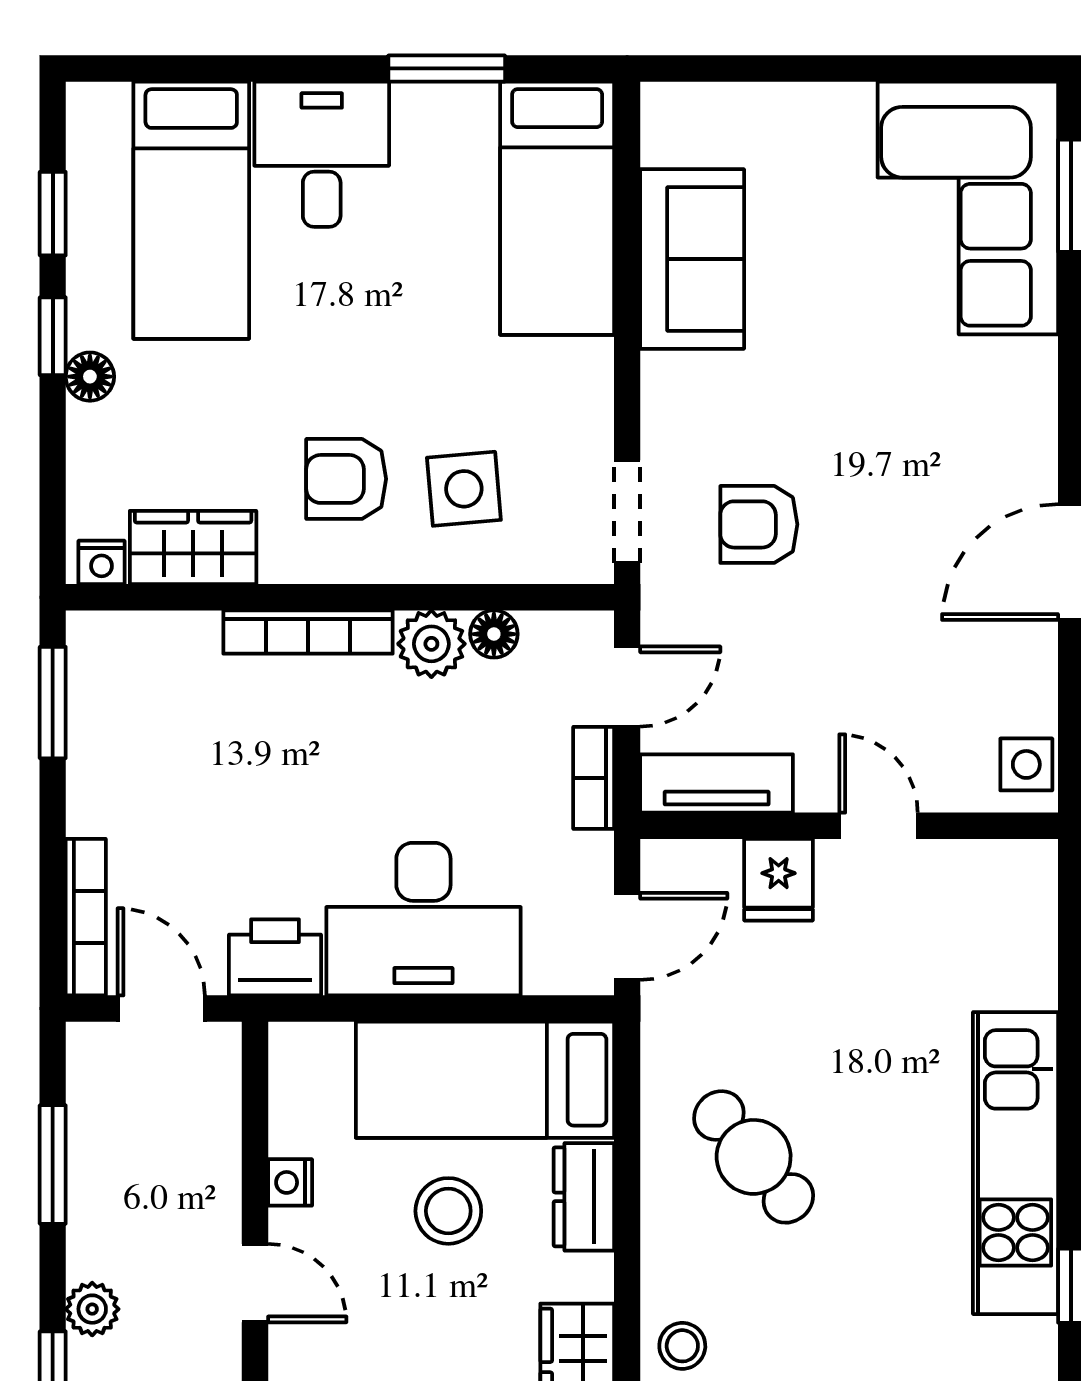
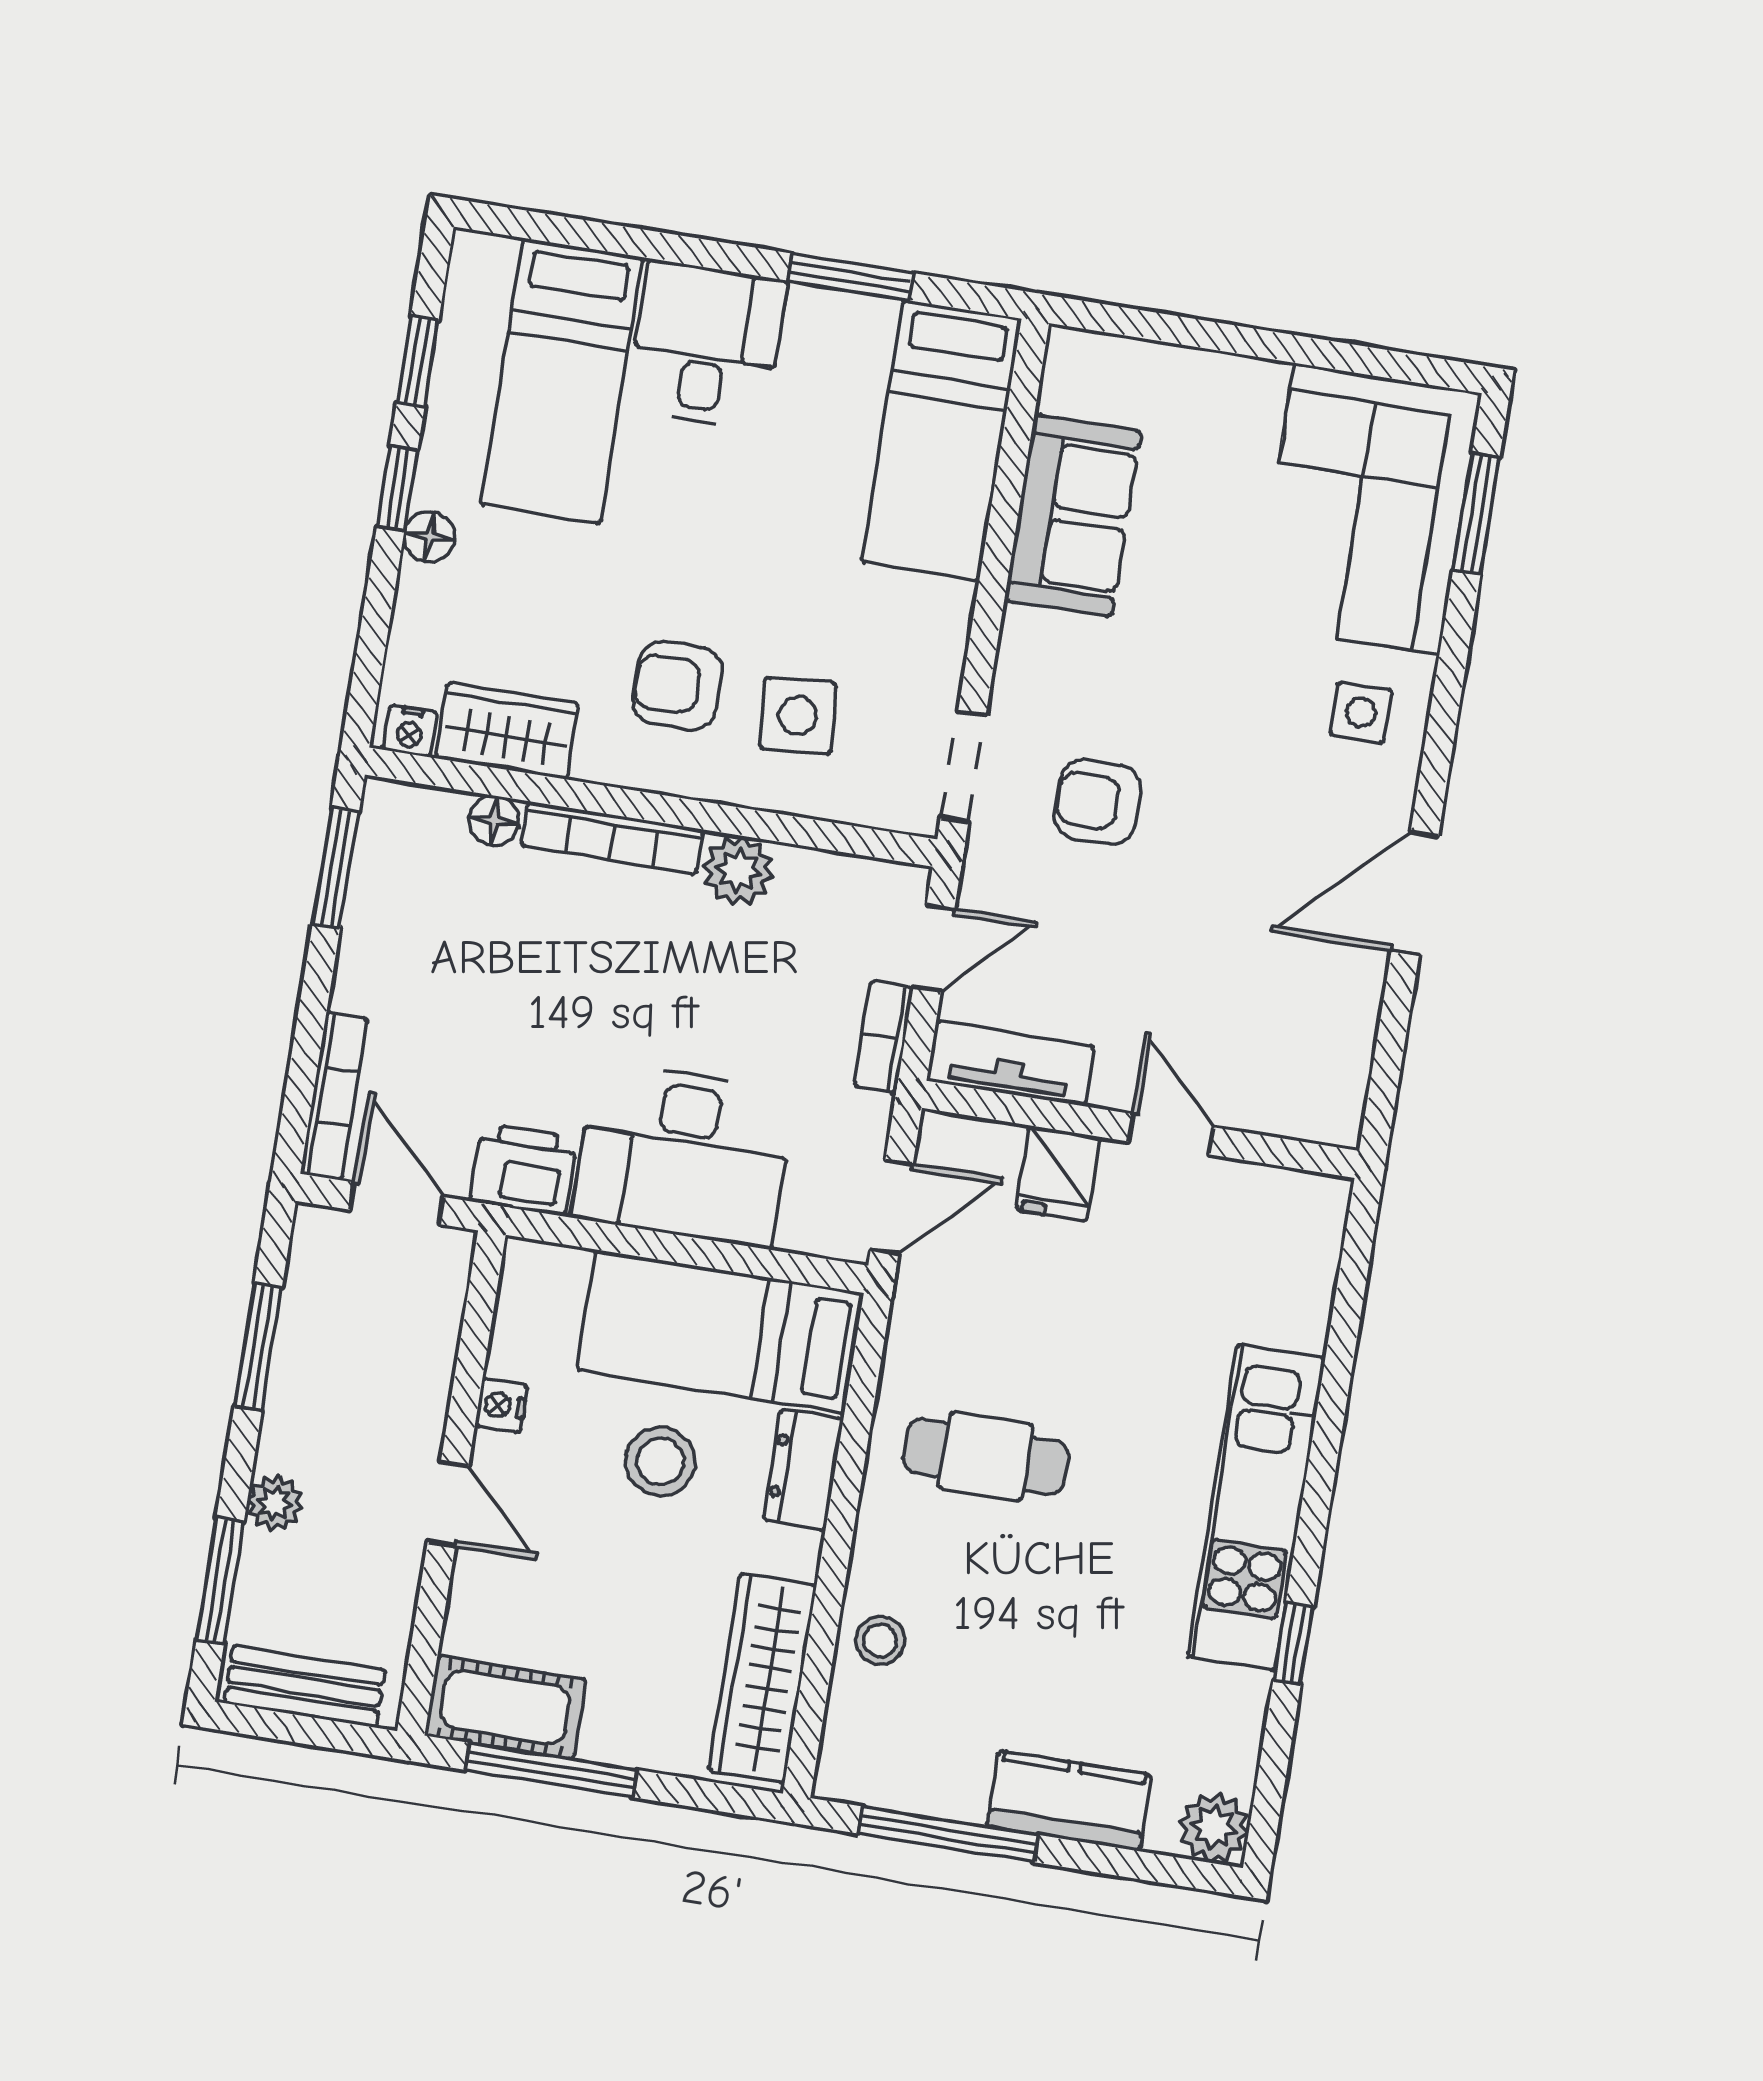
floor lamp: (494, 634) -> (494, 821), moved
side table: (1026, 764) -> (1361, 713), moved
cafe table: (754, 1157) -> (986, 1457), turned -50

